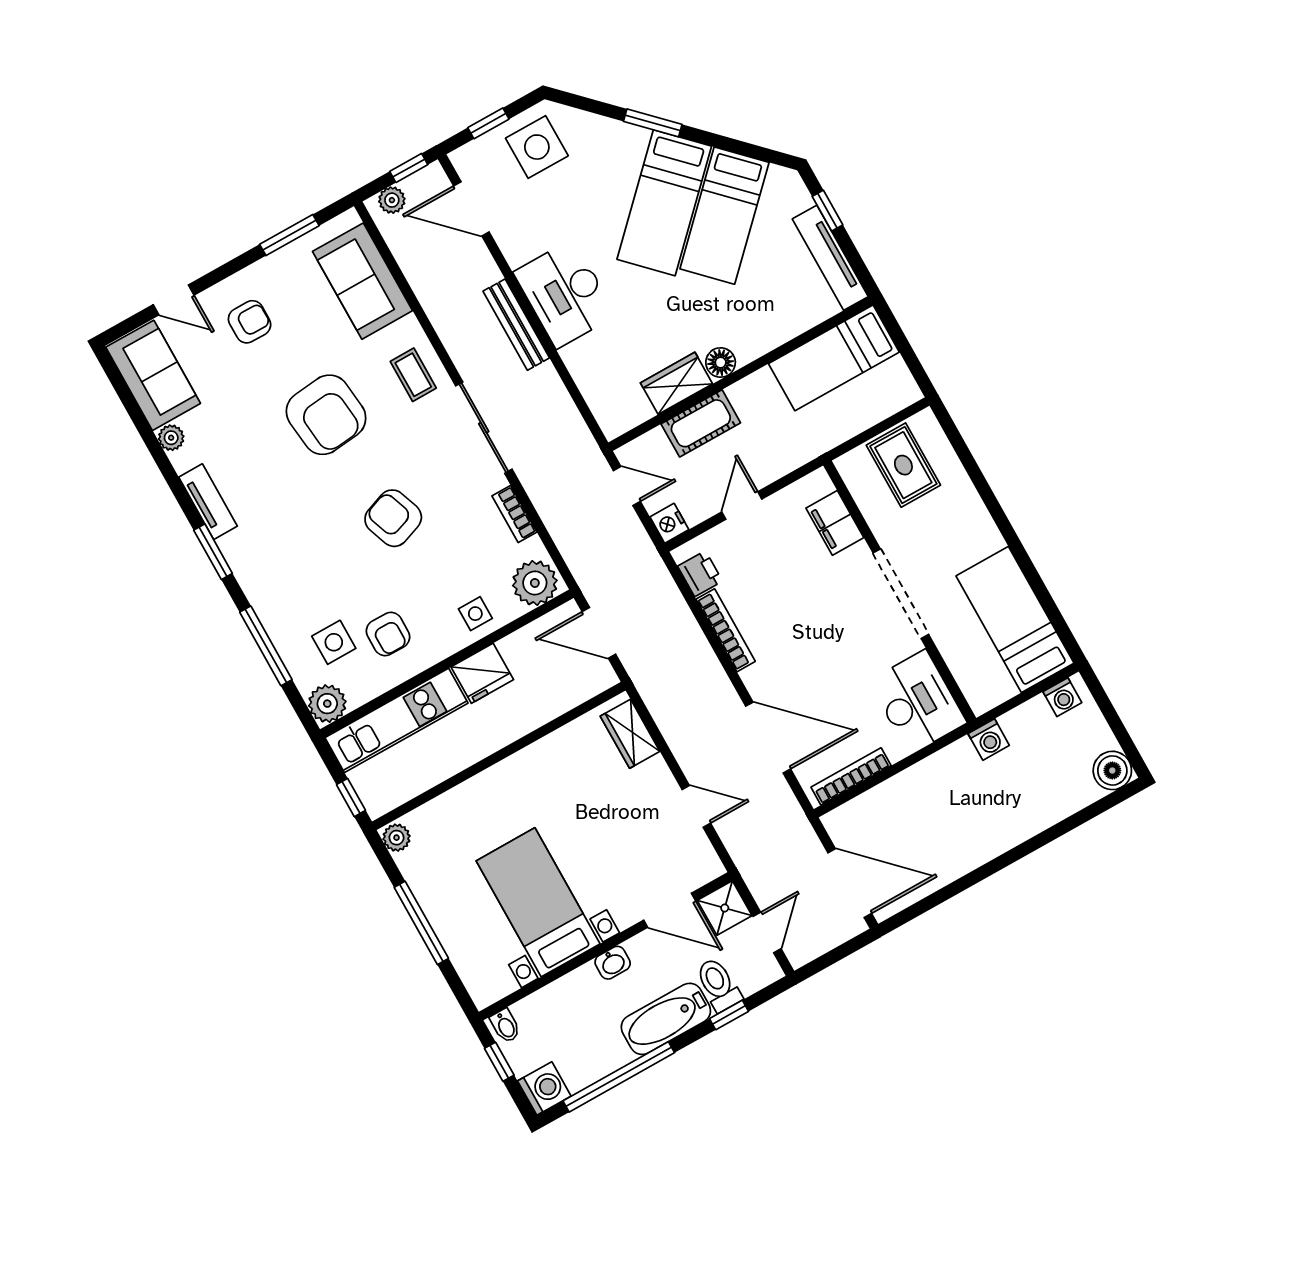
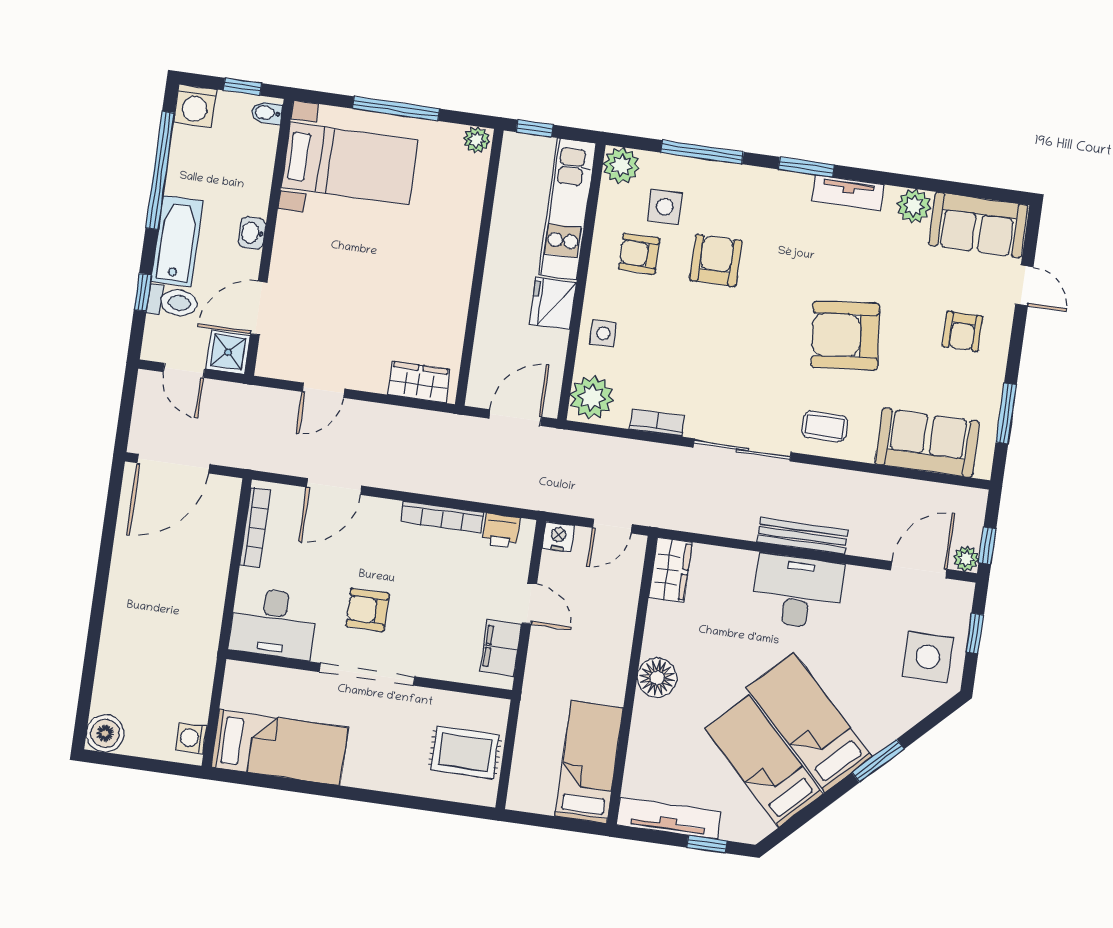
plant: (392, 200) -> (966, 559), moved
door: (174, 300) -> (1024, 285), swing flipped
floor lamp: (721, 363) -> (657, 678), width x1.38, depth x1.38
wardrobe: (677, 383) -> (670, 570), moved
cot: (701, 423) -> (617, 620), removed
plant: (171, 438) -> (914, 206), width x1.38, depth x1.38
armchair: (393, 518) -> (716, 260), moved, turned -70
filing cabinet: (835, 523) -> (500, 648), moved, turned -90
armchair: (848, 633) -> (367, 610), added
door: (768, 738) -> (334, 486), width x0.73
washing machine: (989, 740) -> (202, 656), removed
bed with nightstands: (538, 902) -> (350, 164), moved

